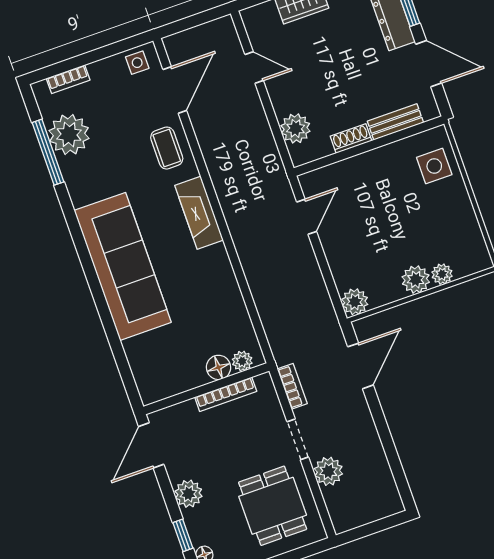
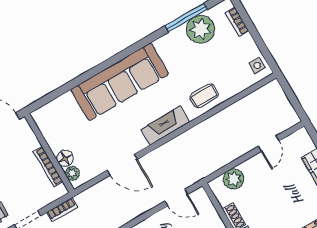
door: (175, 90) -> (122, 165), moved

